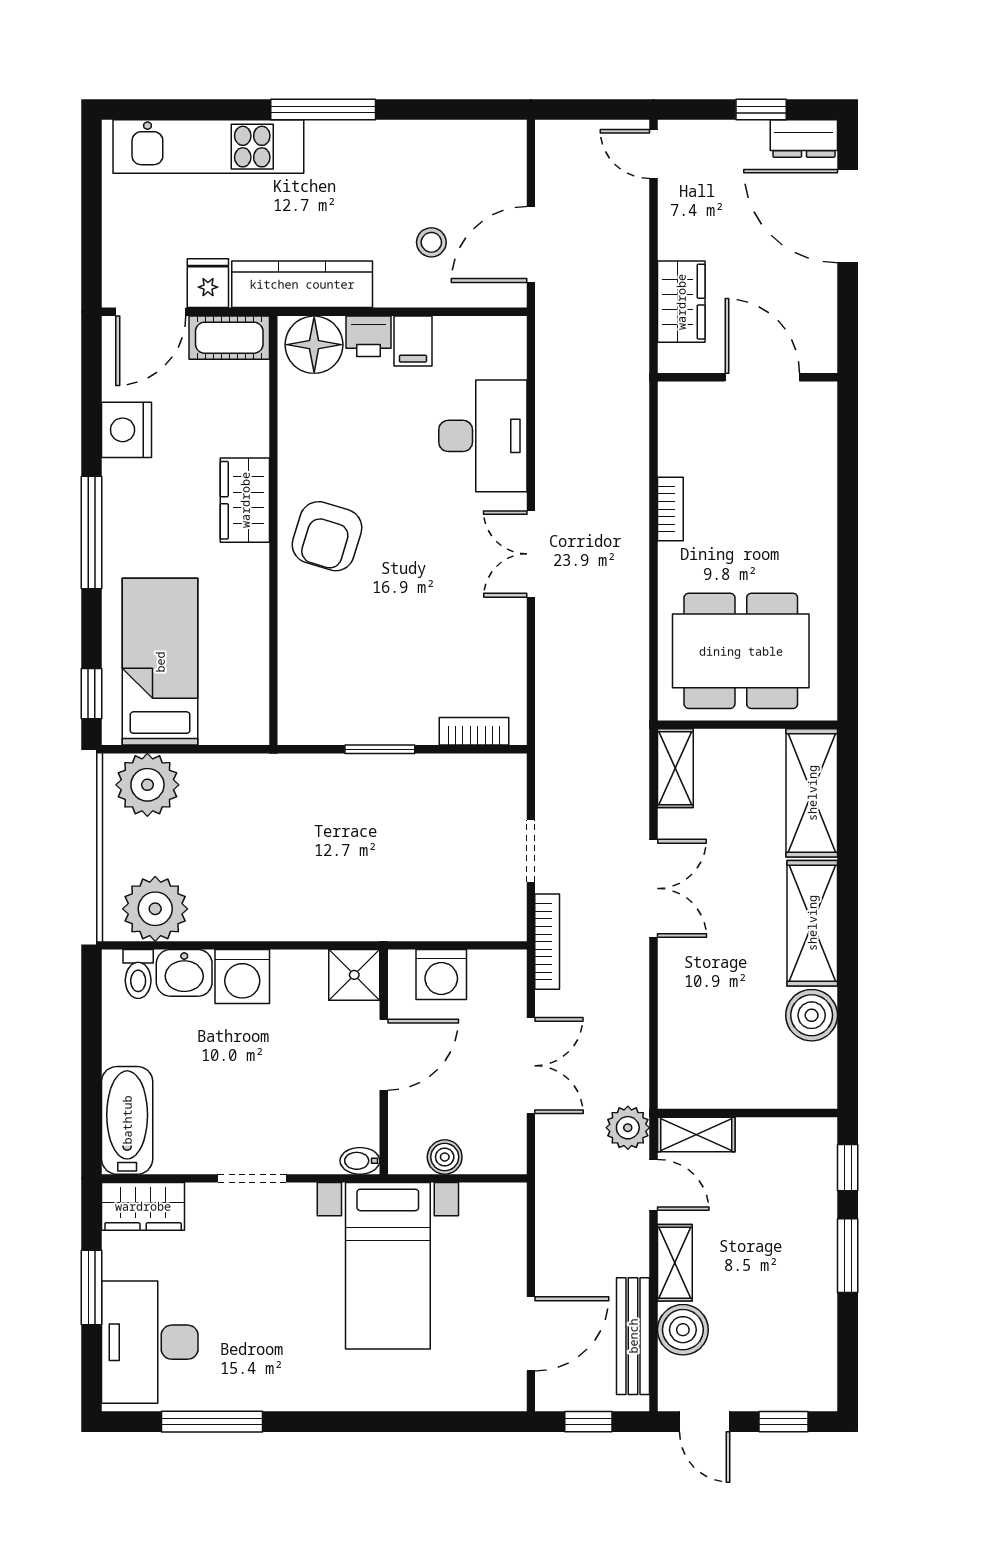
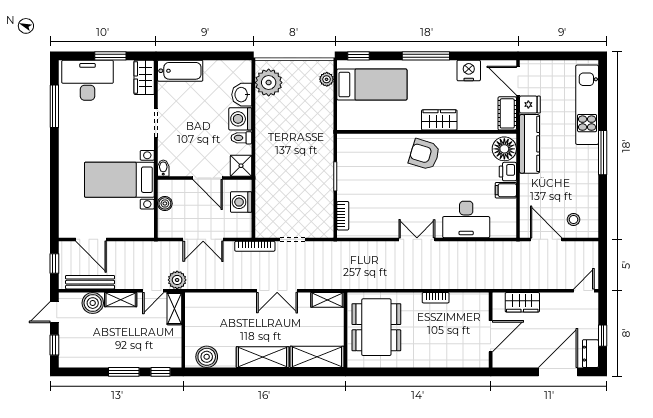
stool: (431, 242) -> (573, 220), moved
plant: (147, 785) -> (327, 79), width x0.53, depth x0.53
toilet: (138, 974) -> (241, 138), moved
boiler: (812, 1015) -> (207, 357), moved

